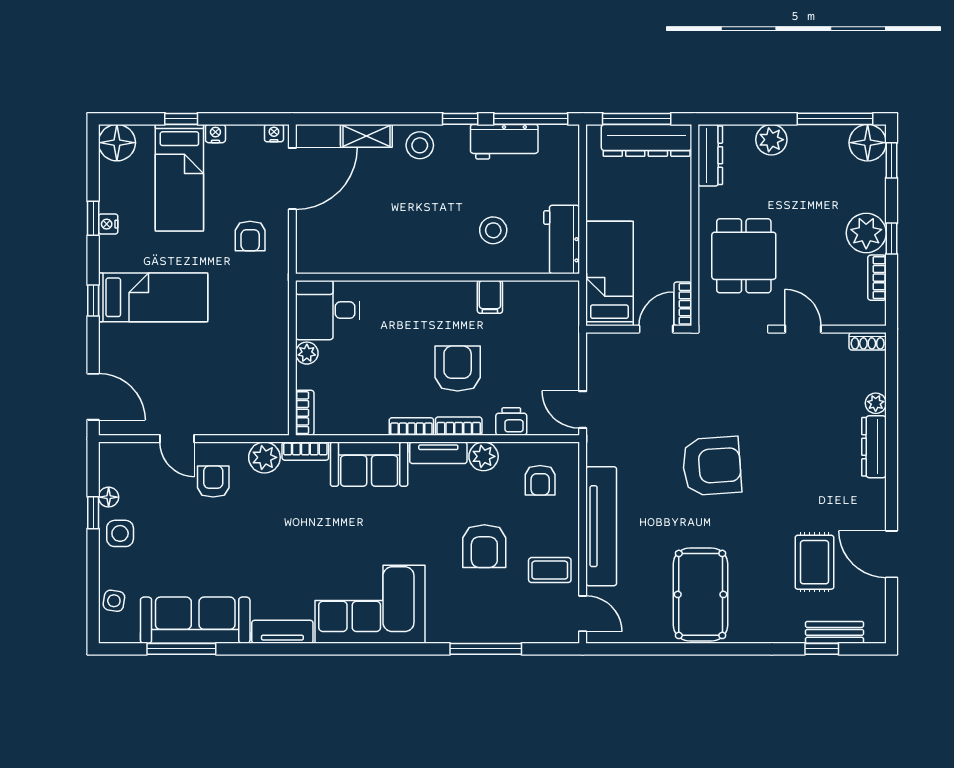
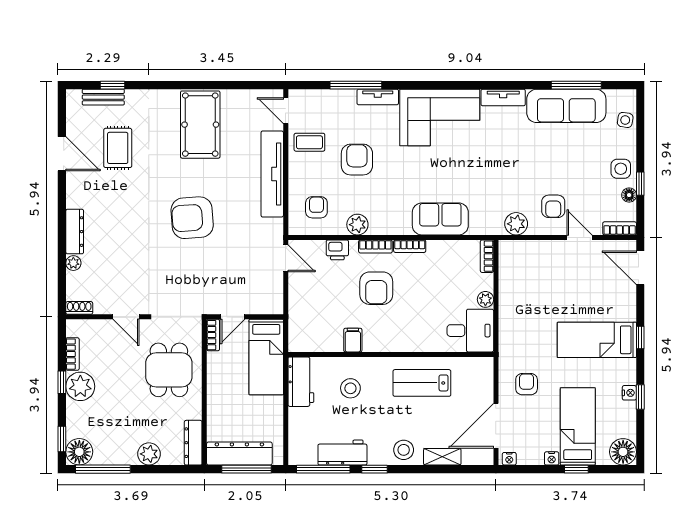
lab bench: (395, 238) -> (422, 383), added
bookcase: (305, 451) -> (620, 228), moved
tv unit: (438, 453) -> (378, 97), moved, turned 180

